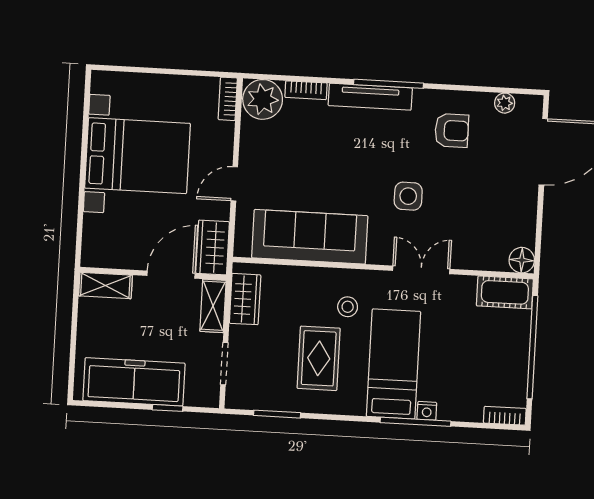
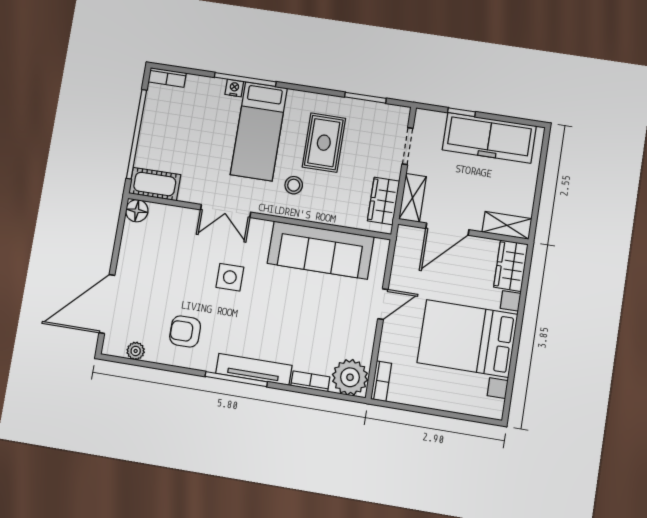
wardrobe: (213, 248) -> (511, 266), moved, turned 180

